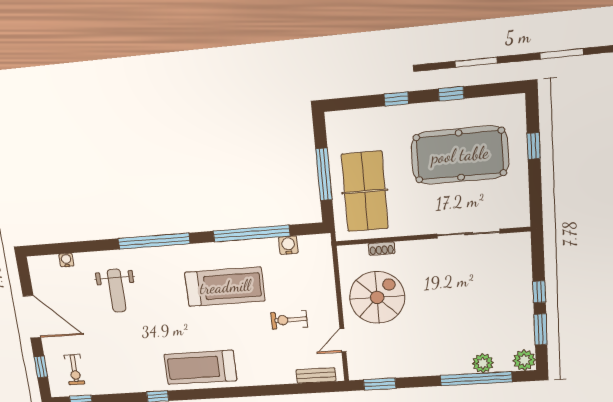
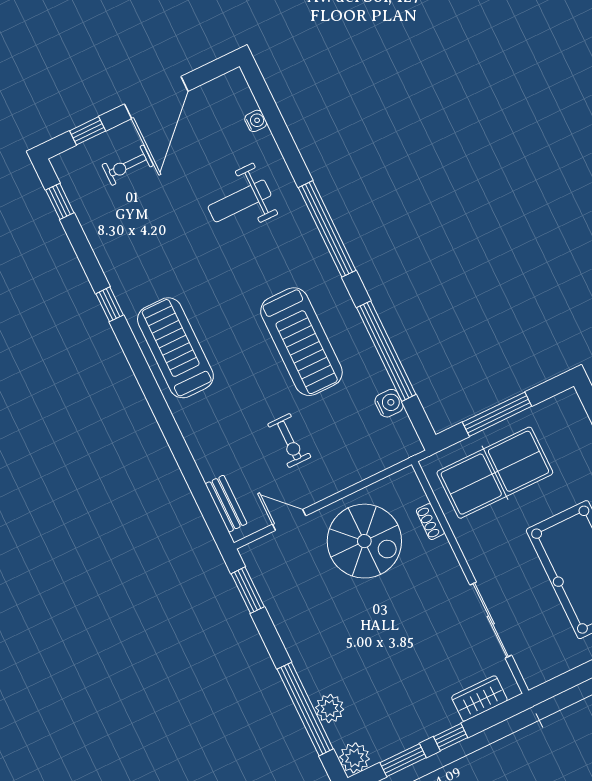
wardrobe: (521, 262) -> (479, 698), added
exercise bike: (289, 320) -> (289, 441), turned 180
exercise bike: (75, 370) -> (128, 165), moved

